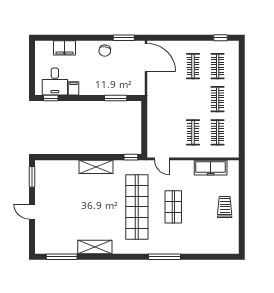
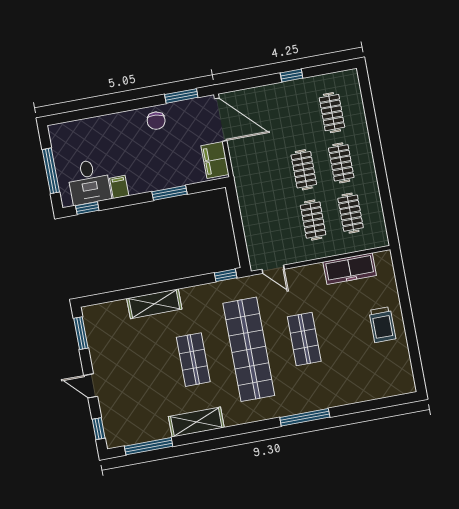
window: (220, 38) -> (292, 75), moved
filing cabinet: (64, 48) -> (215, 160), moved, turned 90
clothes rail: (193, 66) -> (304, 170), moved
window: (32, 70) -> (51, 171), added
window: (116, 98) -> (169, 193), moved
shelving: (96, 167) -> (154, 304), moved
shop shelf: (100, 207) -> (193, 360), added
trolley: (225, 207) -> (382, 325), turned 180
window: (32, 240) -> (99, 429), added

